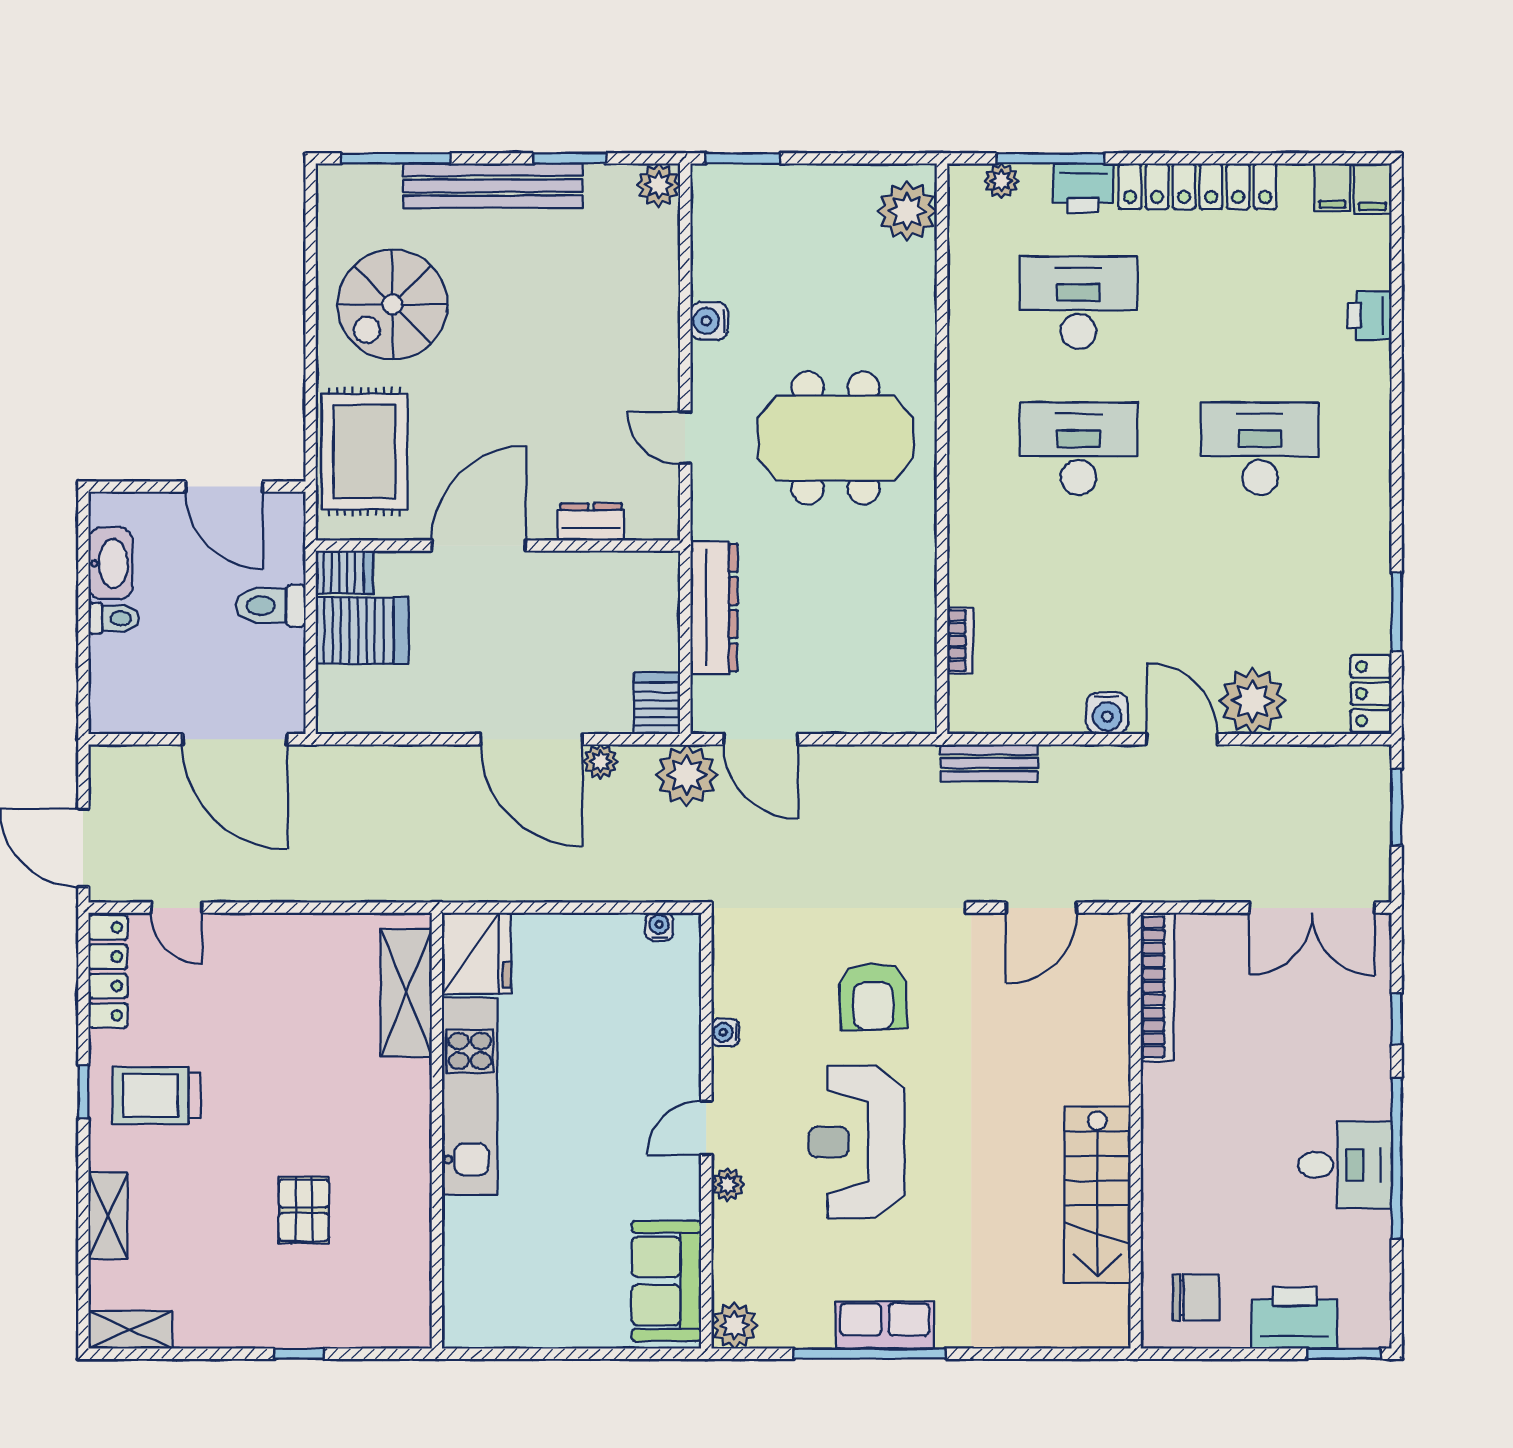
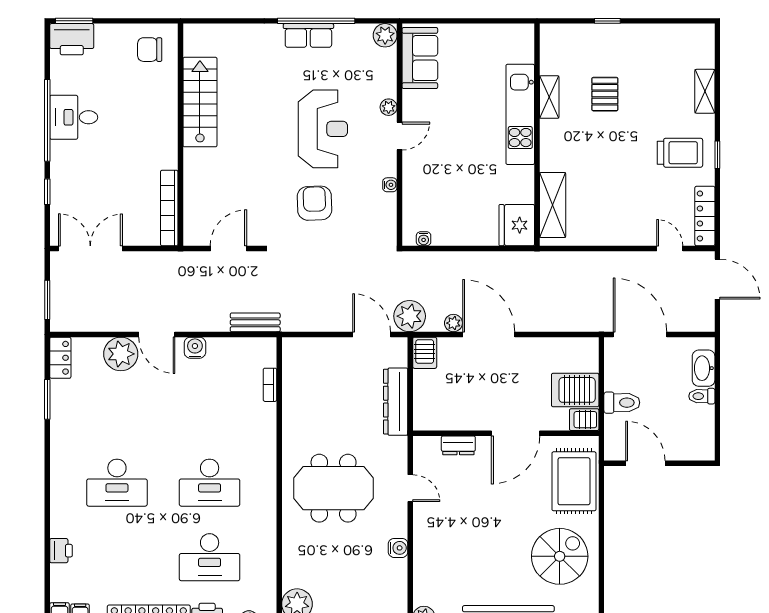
washbasin: (110, 563) -> (704, 368), moved
kitchen unit: (470, 1096) -> (520, 114), moved
printer: (1294, 1318) -> (72, 39), moved
shelving: (130, 1330) -> (549, 97), moved, turned 90

